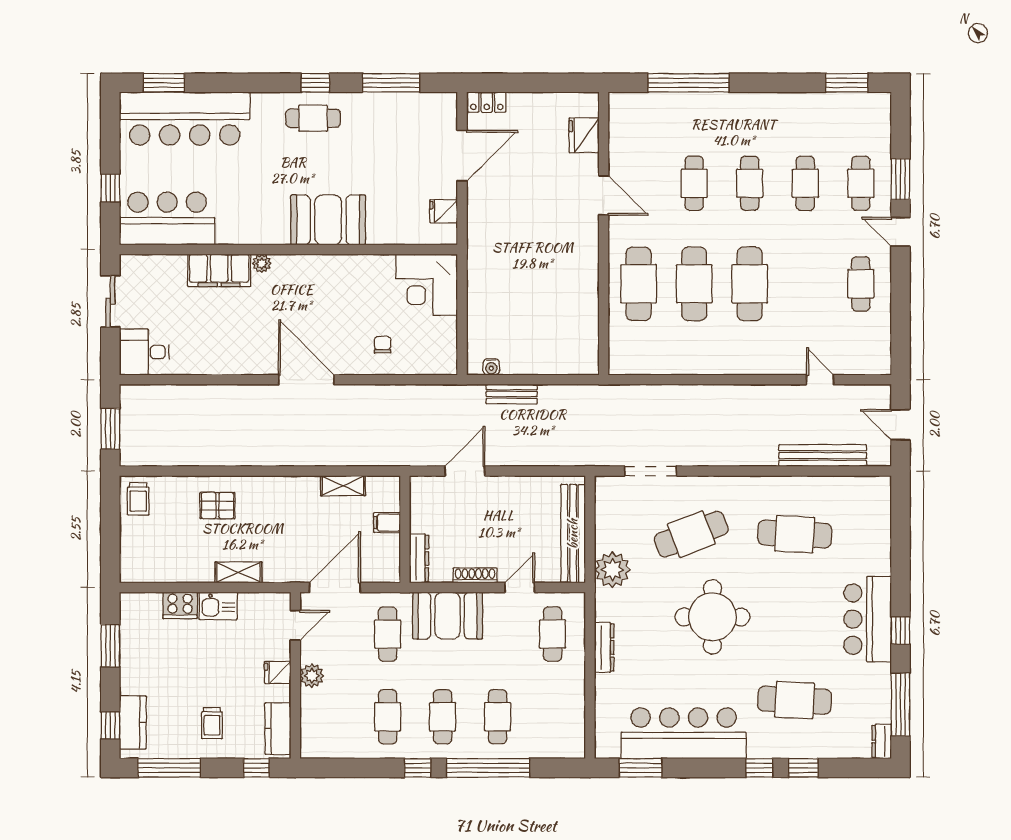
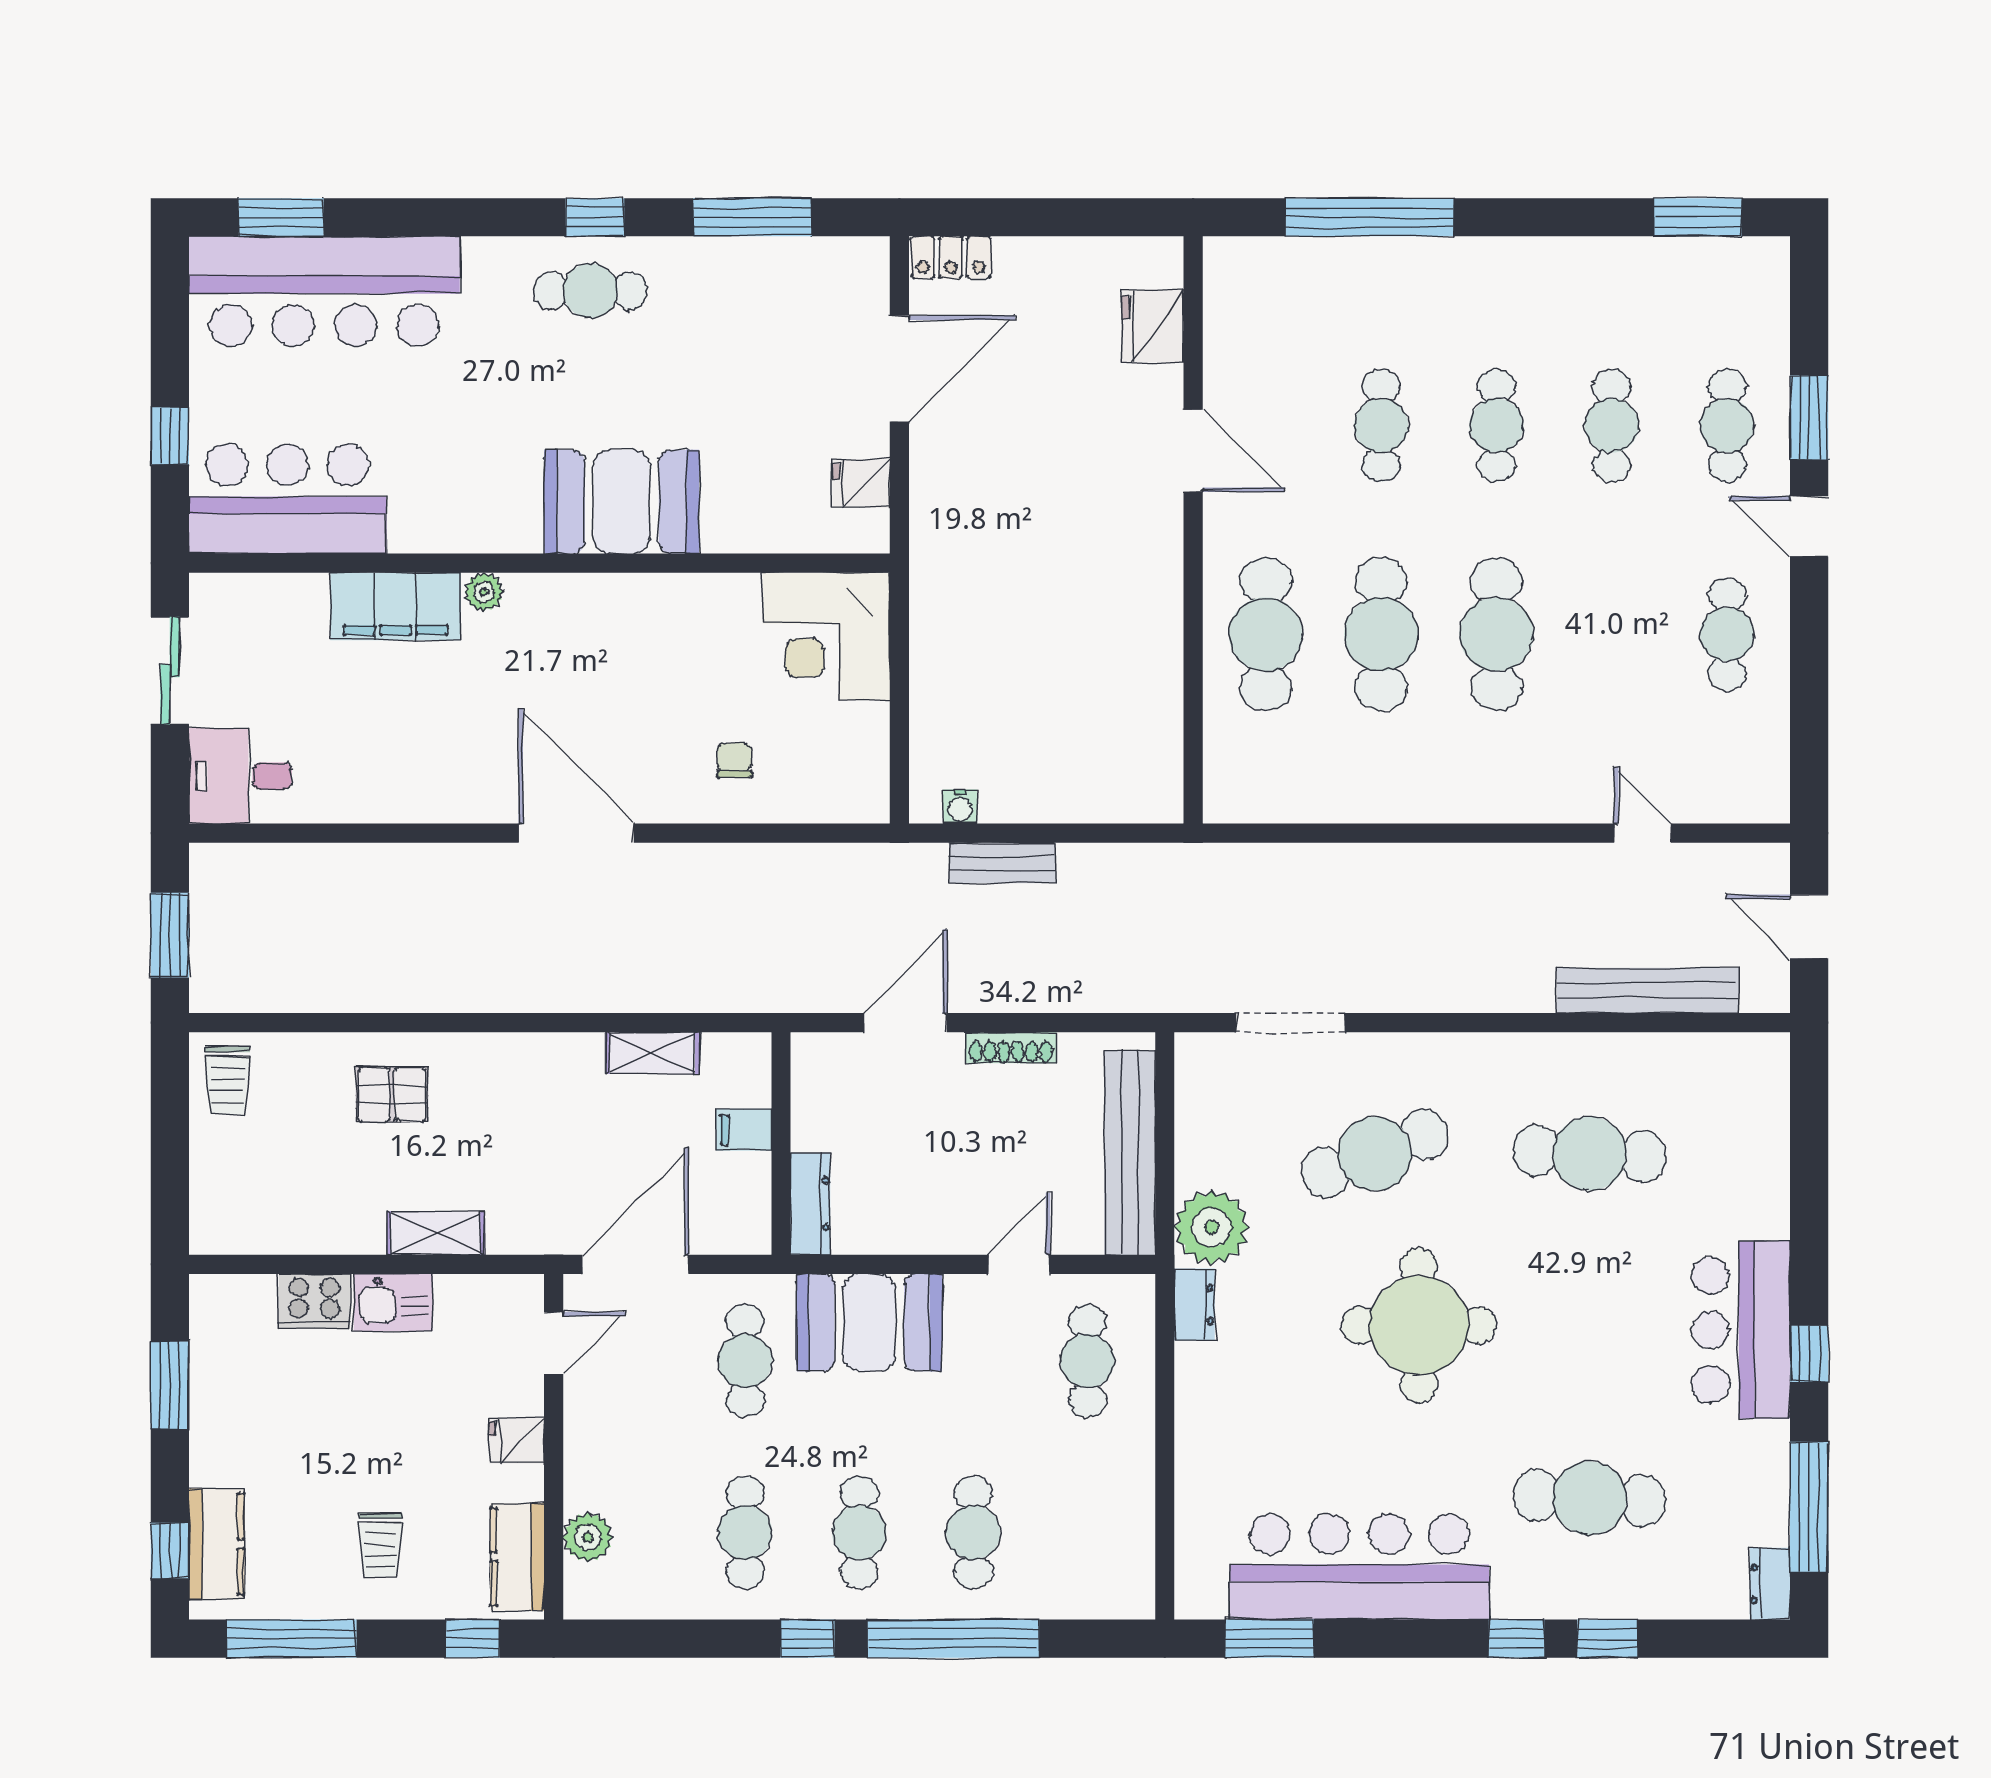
shoe rack: (475, 575) -> (1011, 1048), moved, turned 180
dresser: (604, 648) -> (1194, 1305), moved, width x0.70
plant: (312, 676) -> (588, 1537), moved

